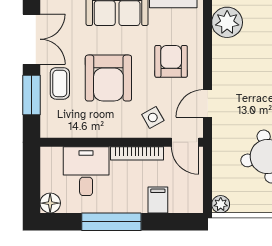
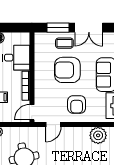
armchair: (171, 61) -> (77, 104), turned 90
door: (208, 103) -> (53, 125), swing flipped
side table: (153, 117) -> (46, 94), removed

